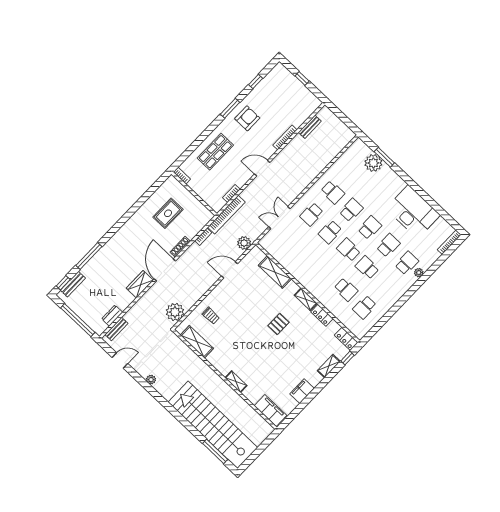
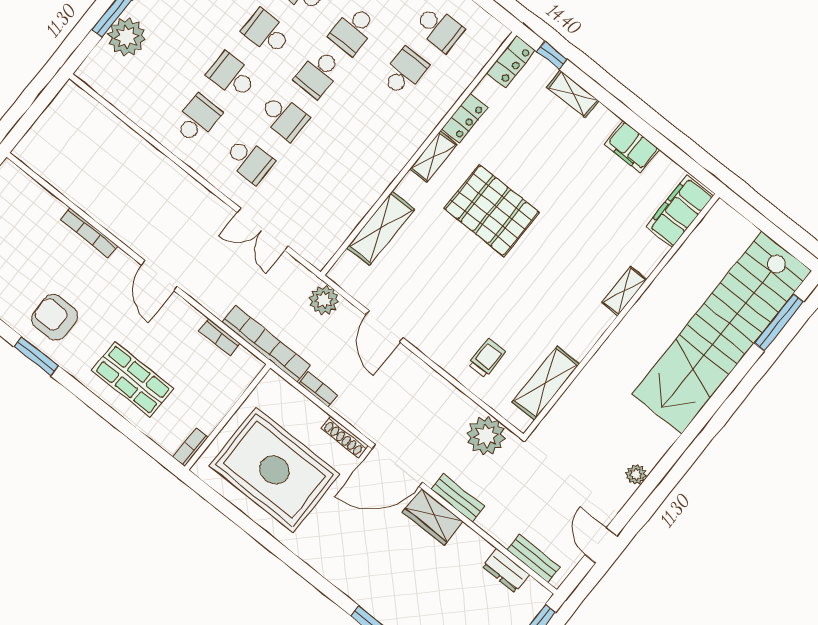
bench: (310, 127) -> (458, 498), moved
rug: (168, 213) -> (274, 470), width x1.86, depth x2.06
pallet: (278, 324) -> (492, 210), width x2.05, depth x2.00

